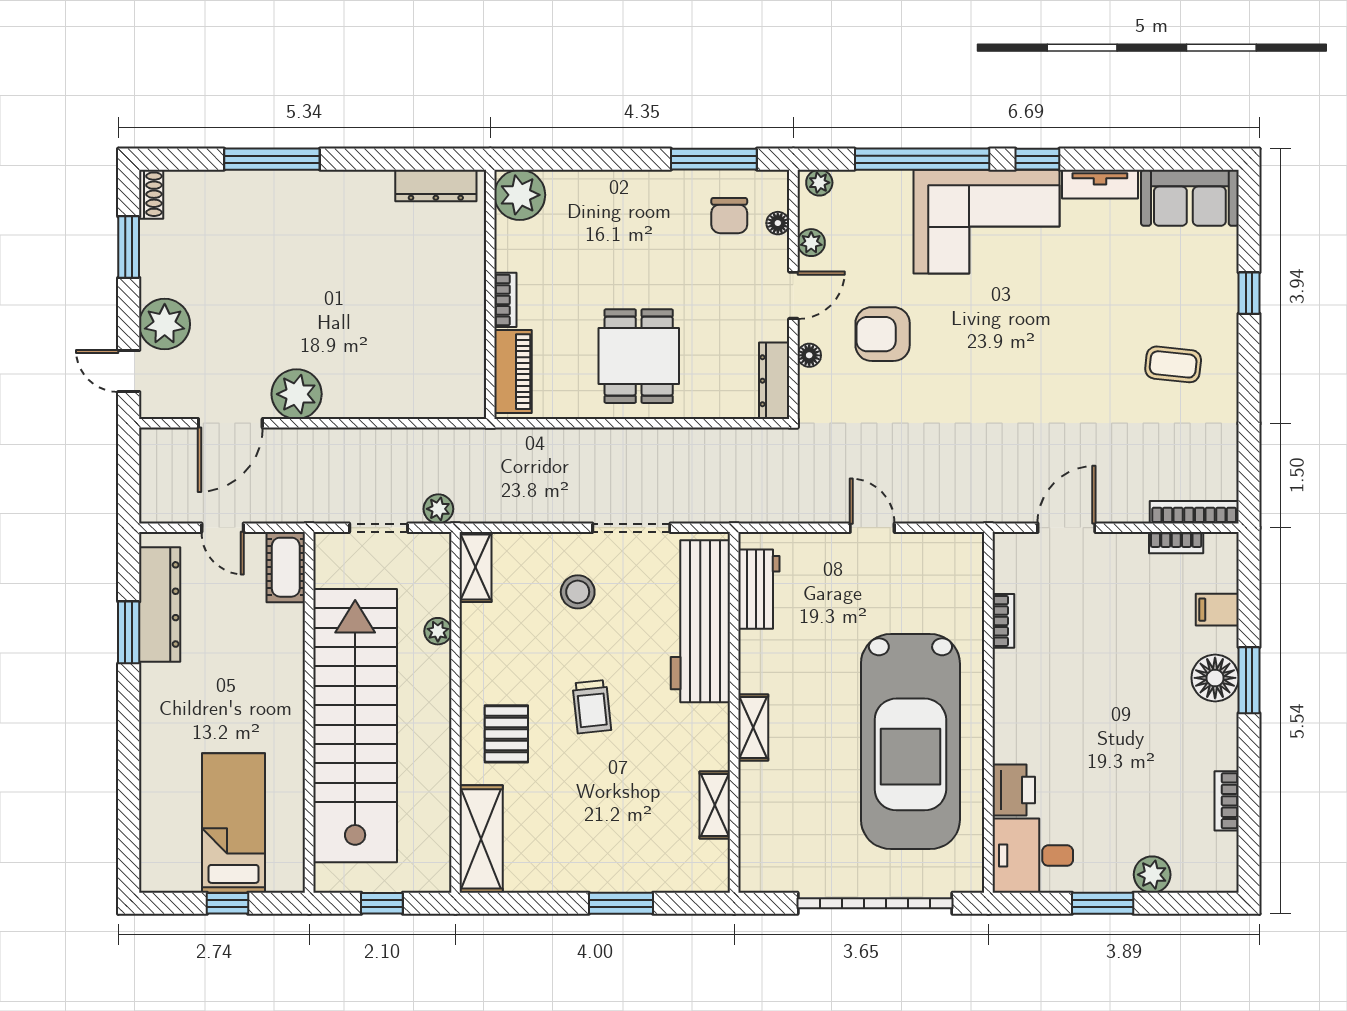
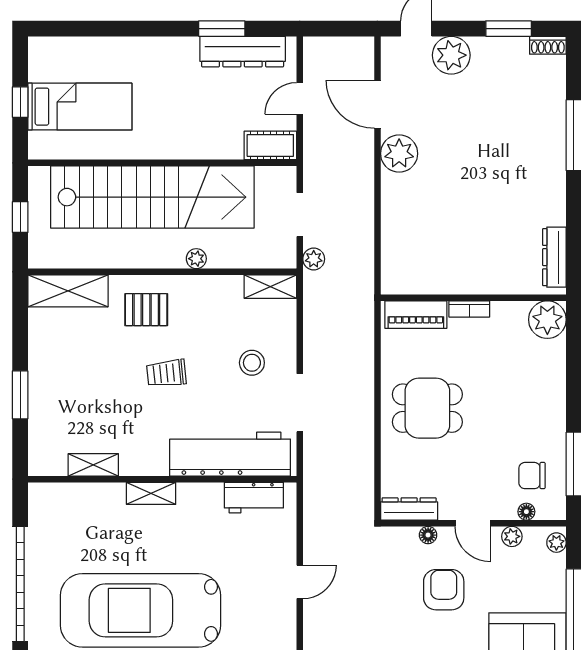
plant: (438, 631) -> (196, 259), moved

